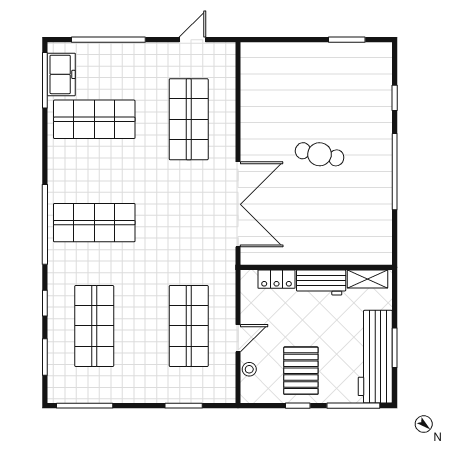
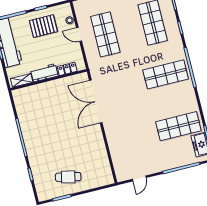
shop shelf: (189, 119) -> (131, 138), removed
cafe table: (320, 154) -> (68, 177), moved
door: (238, 338) -> (79, 34), hinge flipped
pallet: (301, 371) -> (43, 26), turned 90

